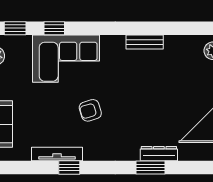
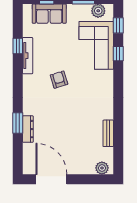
bench: (145, 42) -> (108, 133), moved
corner sofa: (66, 59) -> (96, 45), moved
window: (69, 168) -> (18, 46), moved

